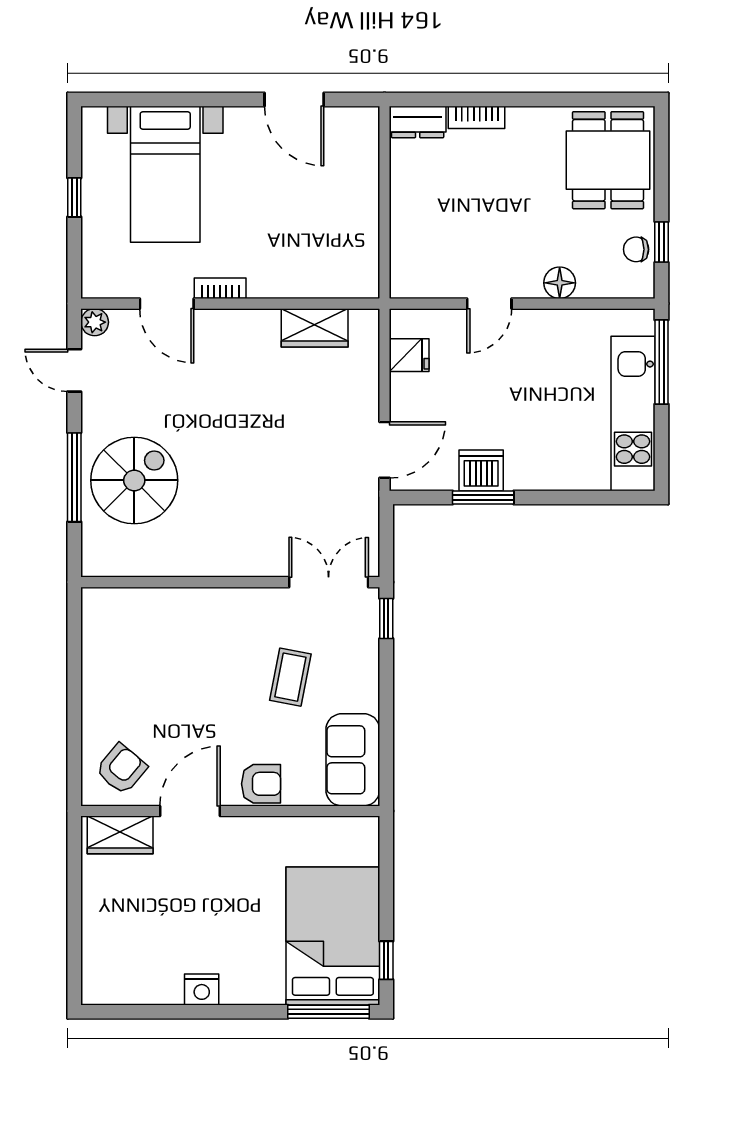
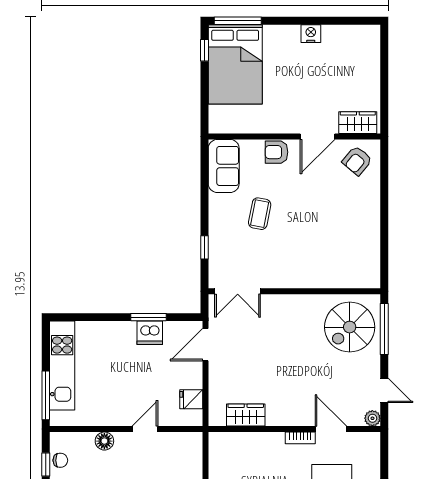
wall: (230, 582) -> (294, 291), moved
double door: (329, 582) -> (238, 291), moved

